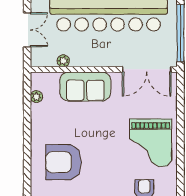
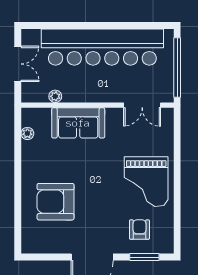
double door: (147, 69) -> (142, 105), width x0.73

